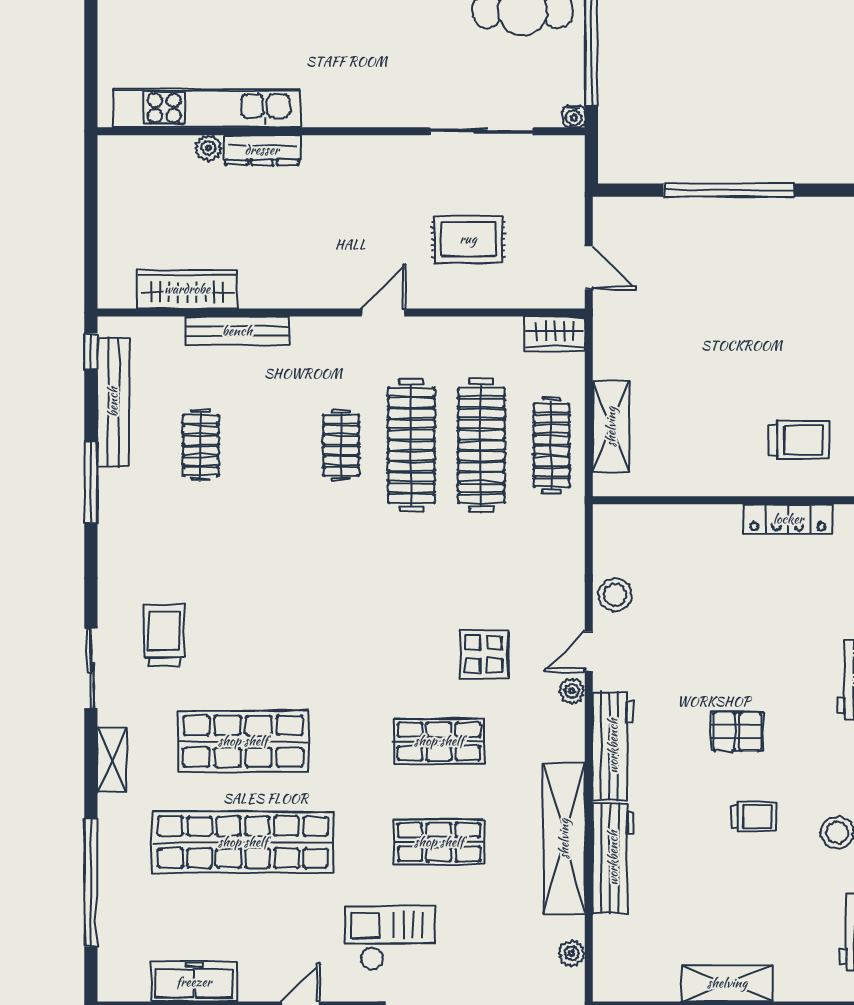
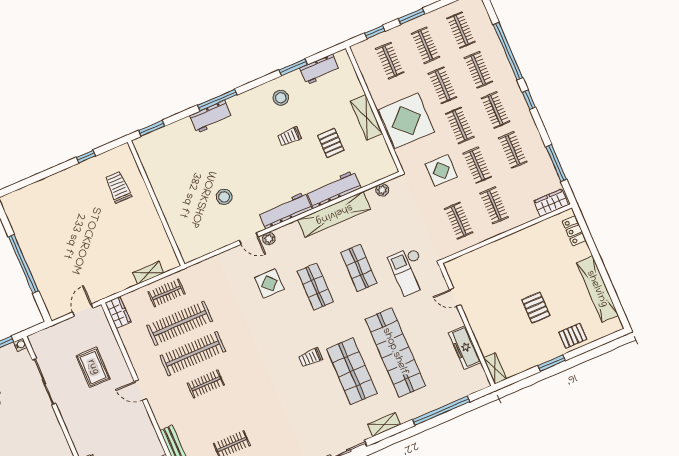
shelving: (611, 427) -> (148, 273), width x0.67, depth x0.75
clothes rail: (552, 445) -> (167, 293), width x0.73
locker: (788, 519) -> (154, 177), removed
stool: (615, 595) -> (224, 197), moved
trolley: (165, 635) -> (311, 357), moved, width x0.73, depth x0.72
pallet: (737, 732) -> (331, 143), moved
trolley: (754, 817) -> (289, 137), turned -90

